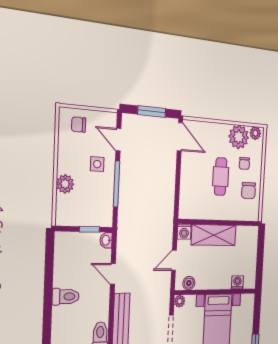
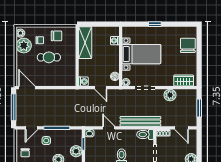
window: (152, 111) -> (14, 107), width x1.44
door: (180, 137) -> (27, 88), hinge flipped
plant: (78, 216) -> (76, 151), added
shelving: (214, 235) -> (85, 43), moved
door: (113, 274) -> (109, 128), swing flipped

